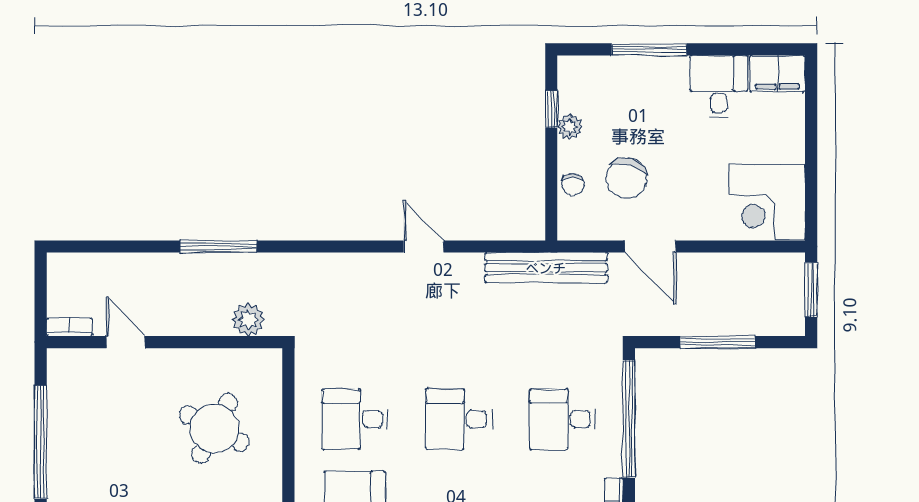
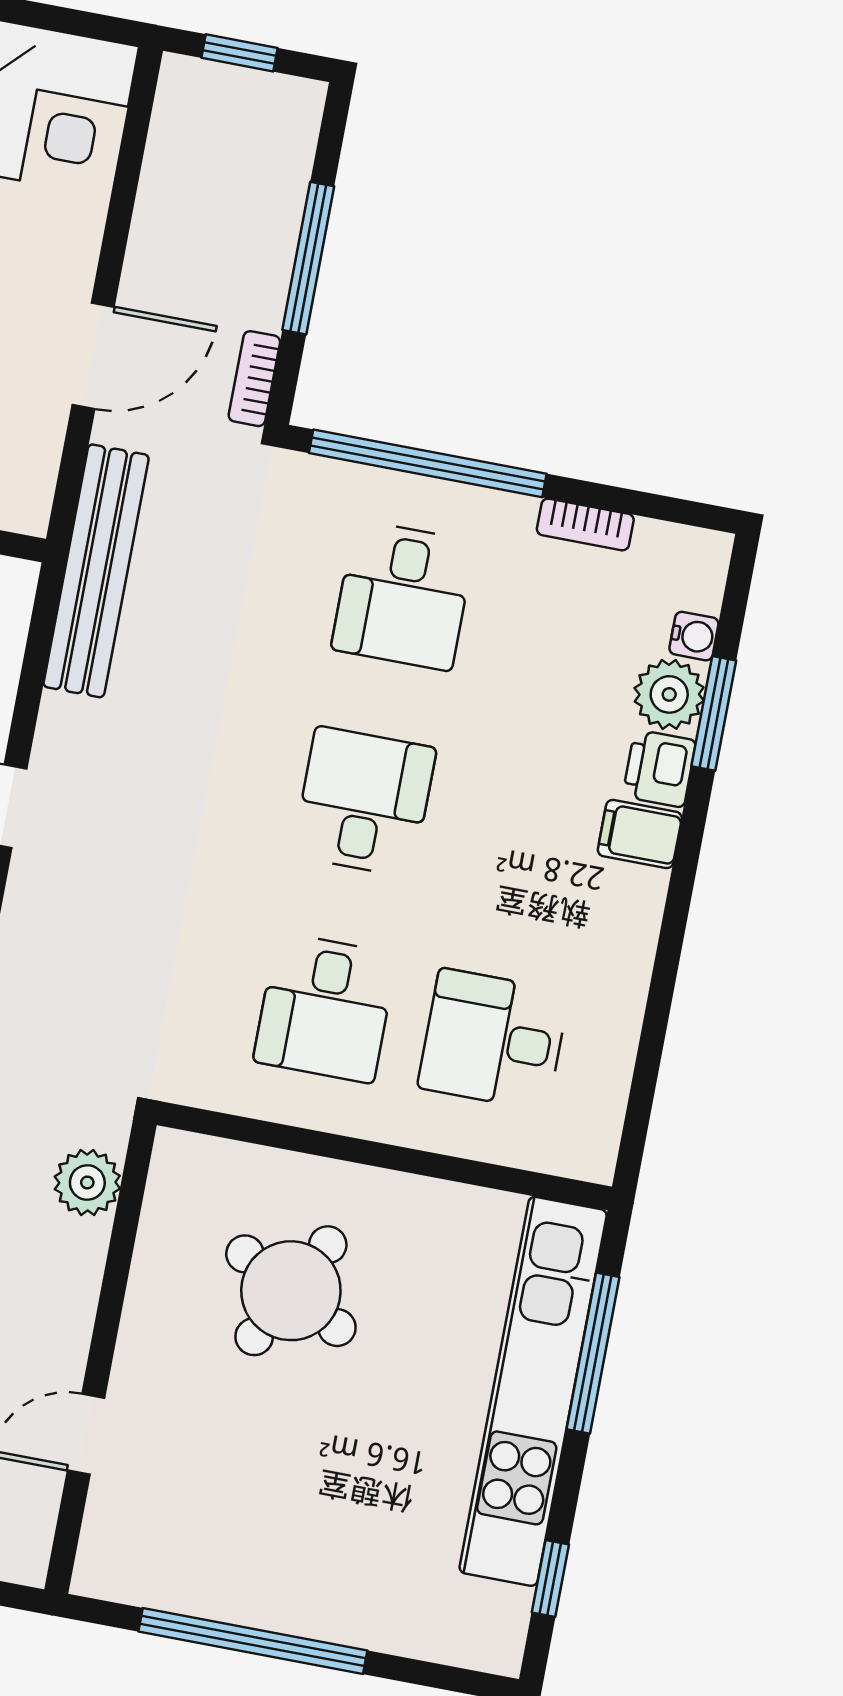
window: (811, 290) -> (239, 53), width x0.67
bookcase: (69, 327) -> (254, 379), moved
desk: (459, 419) -> (364, 802), turned 180

